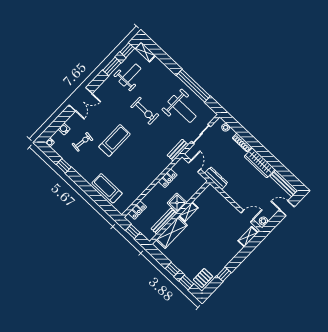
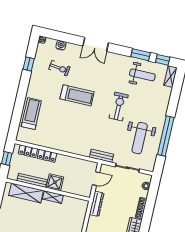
exercise bike: (145, 111) -> (119, 106), turned 180
locker: (168, 178) -> (47, 156), moved

